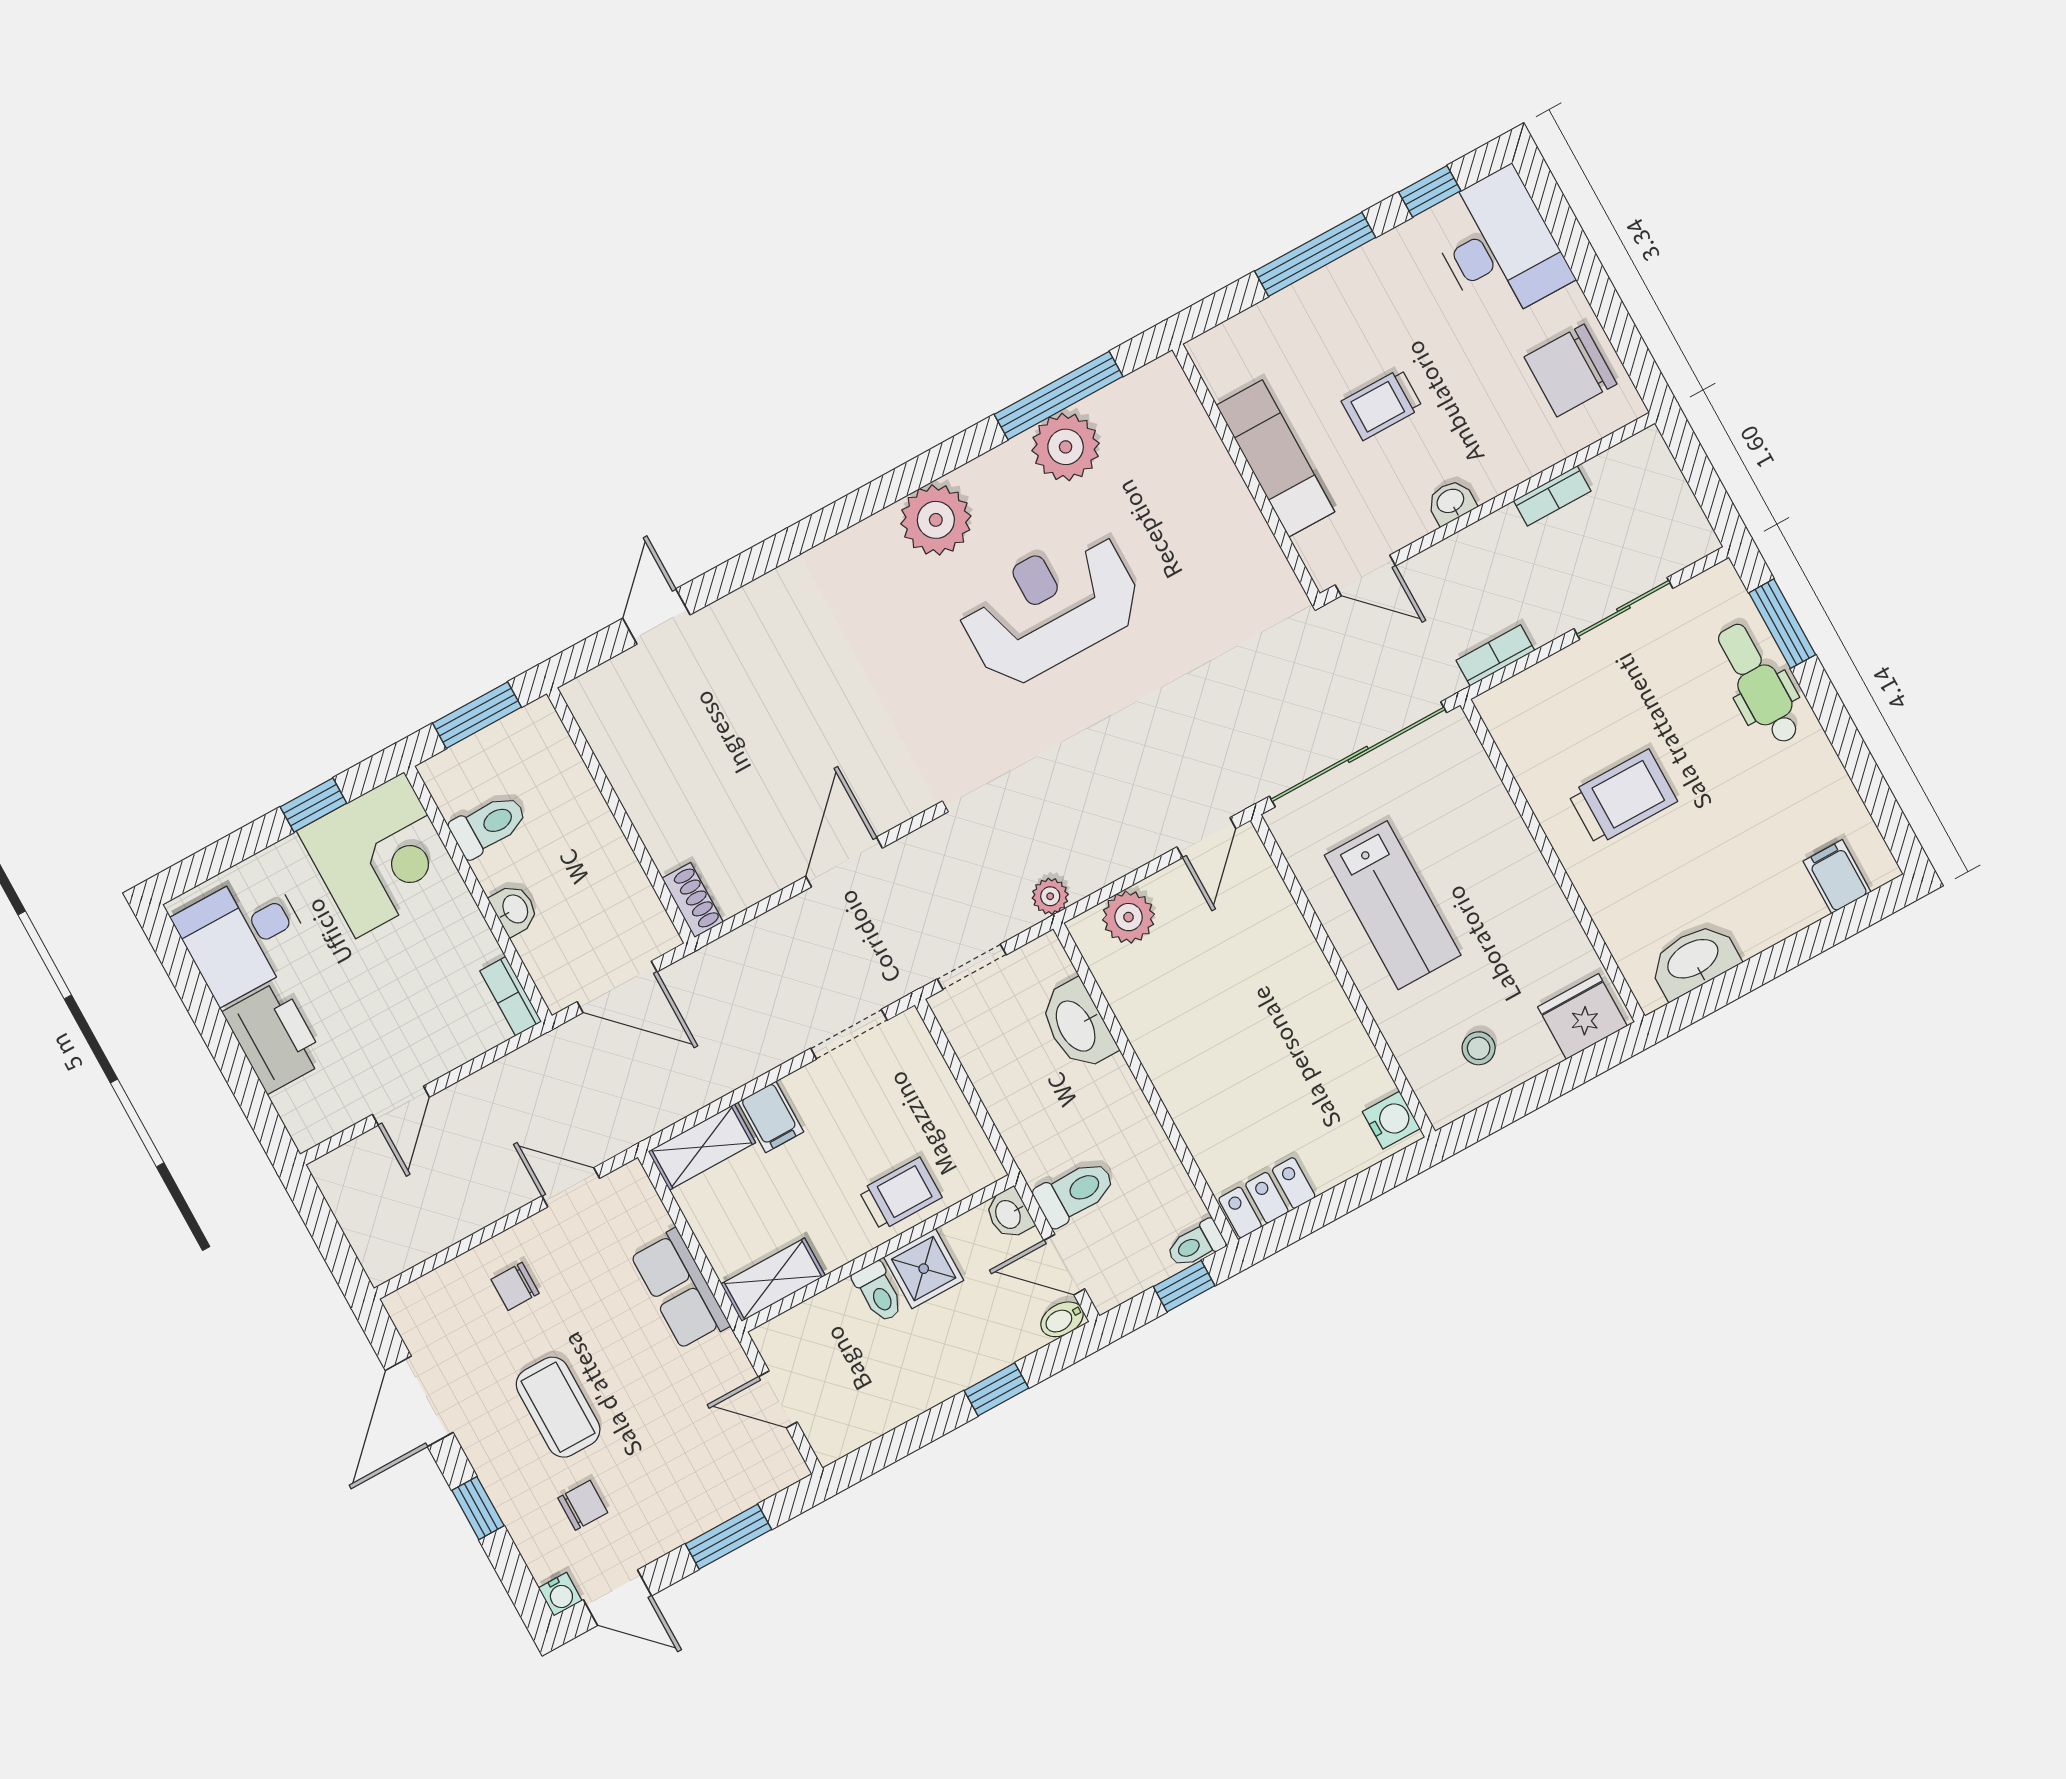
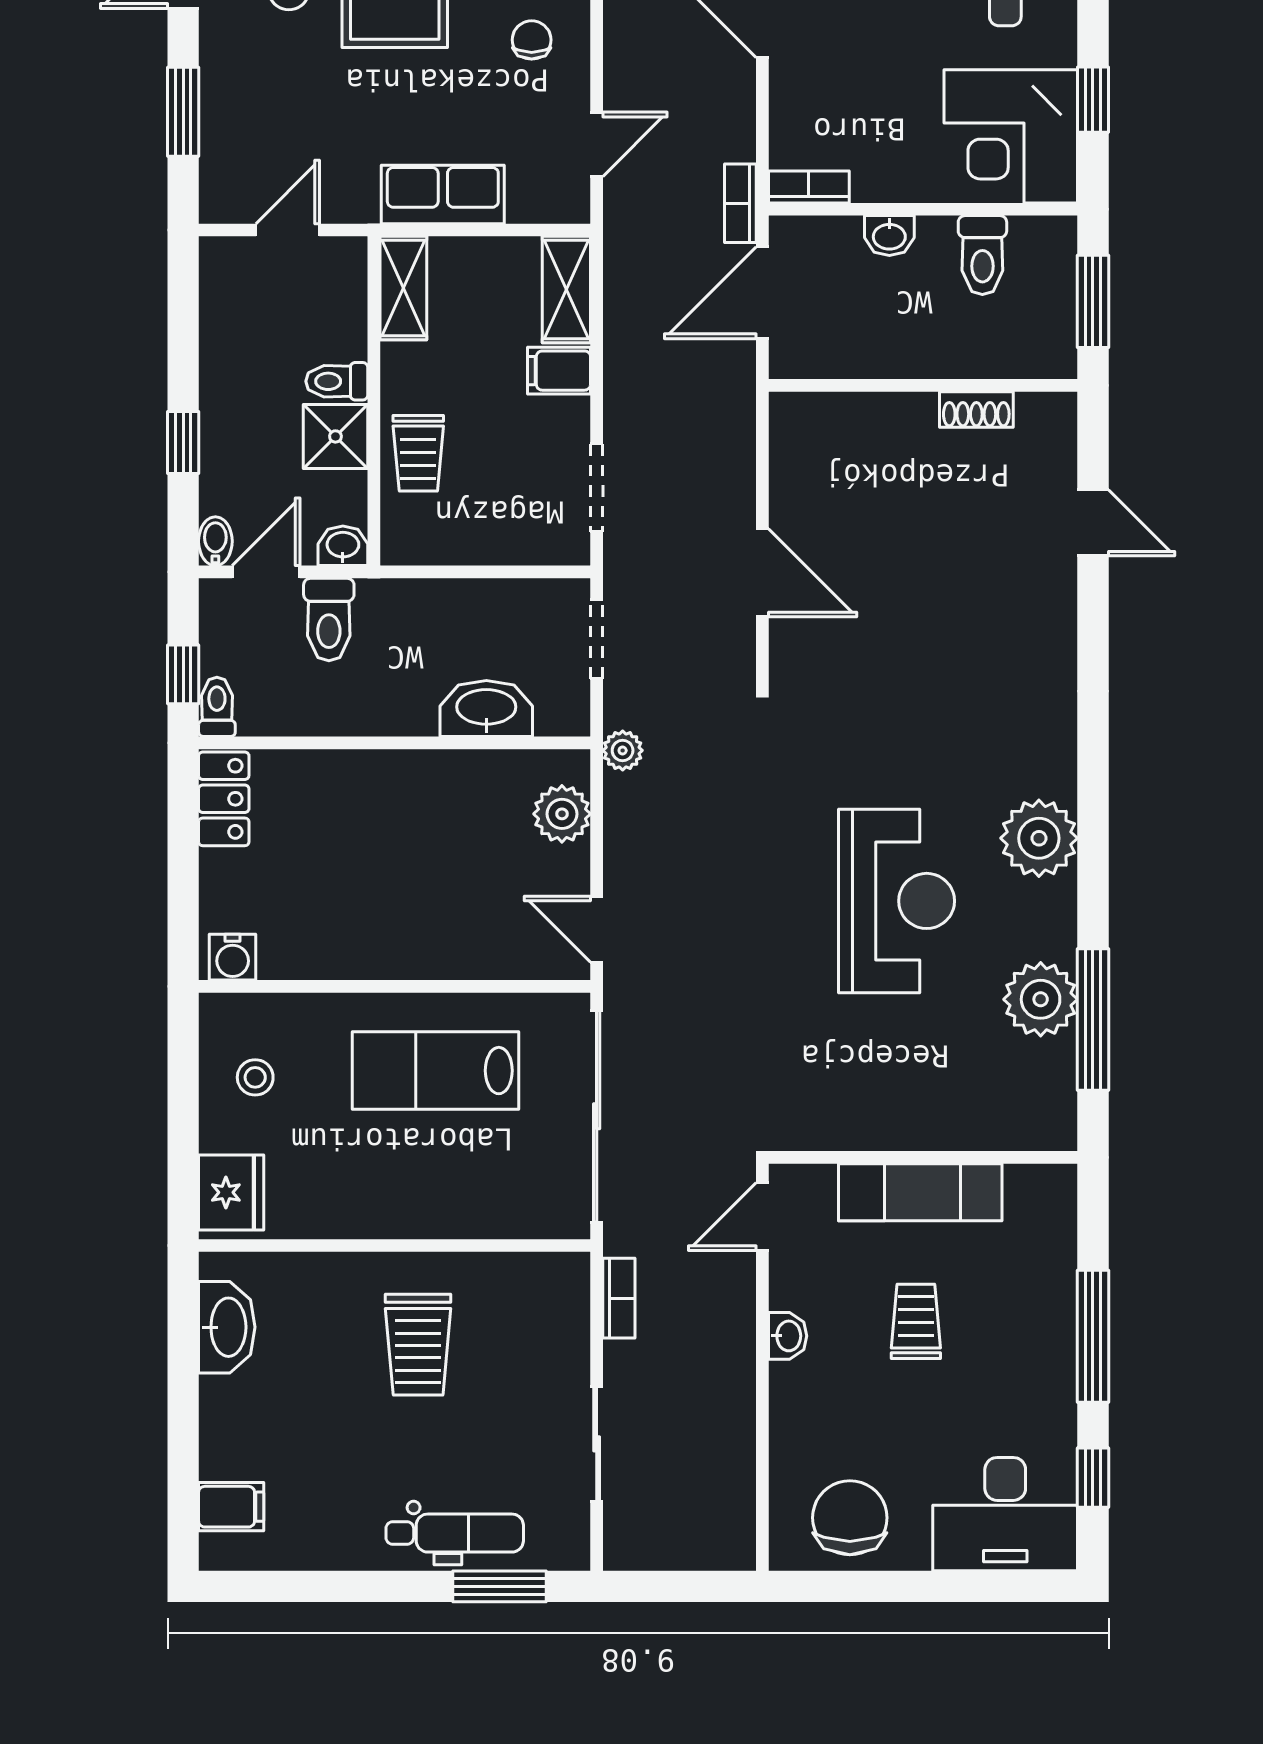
bookcase: (1552, 496) -> (740, 203), moved
shoe rack: (693, 900) -> (976, 409), moved

